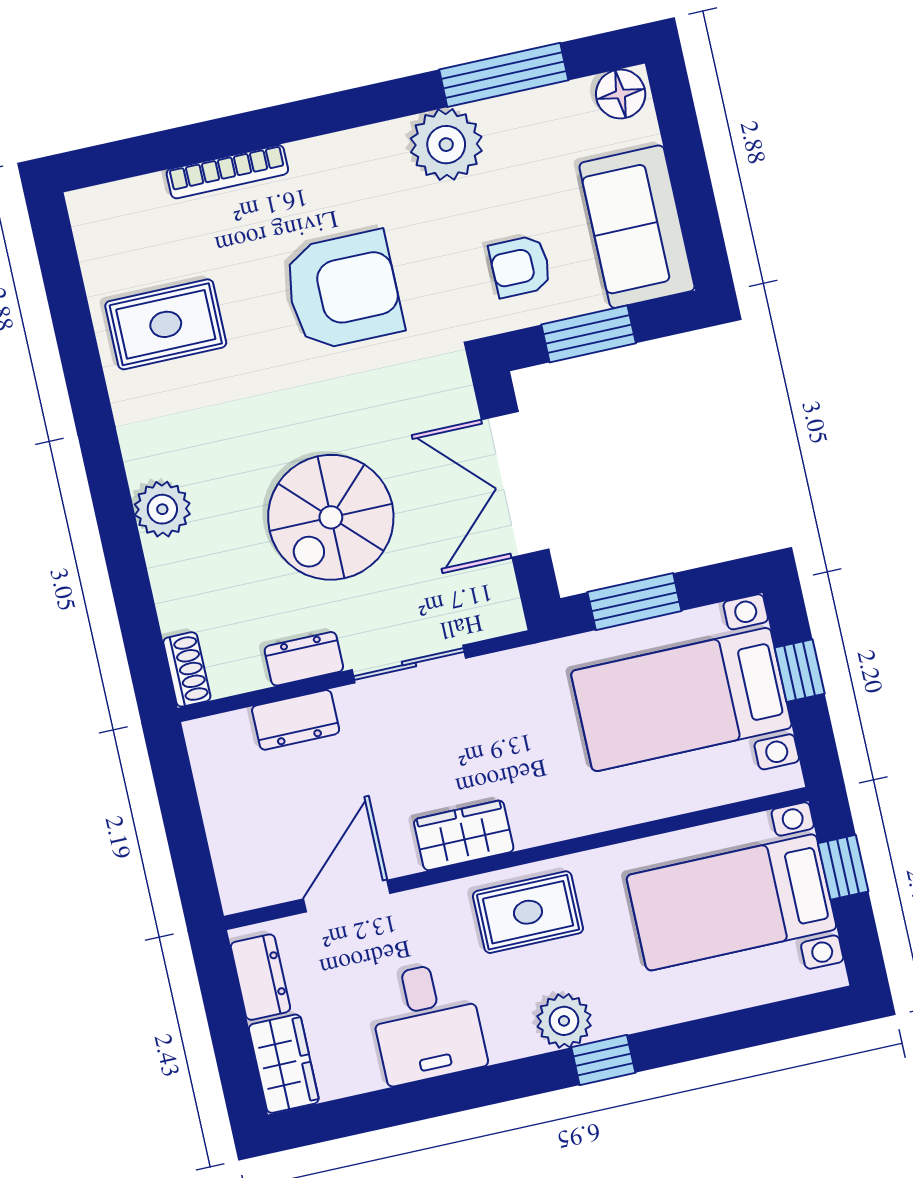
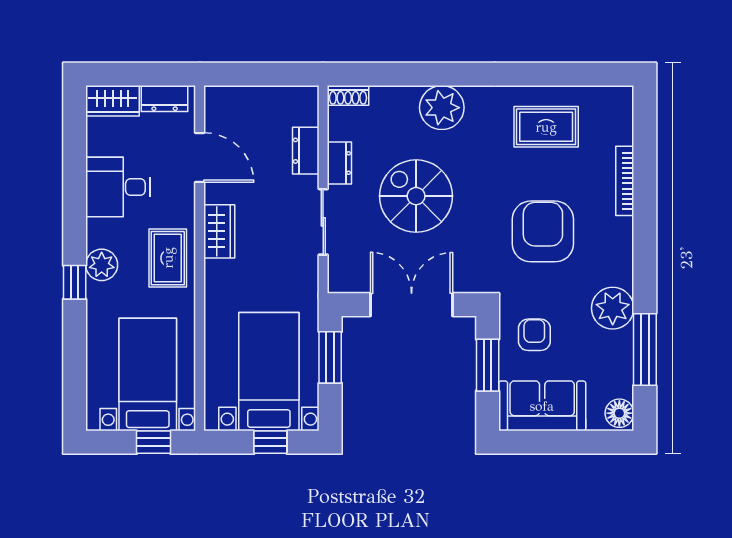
armchair: (343, 291) -> (543, 231), turned 180
rug: (166, 324) -> (546, 127), turned 90
plant: (162, 509) -> (442, 108), width x1.36, depth x1.36

